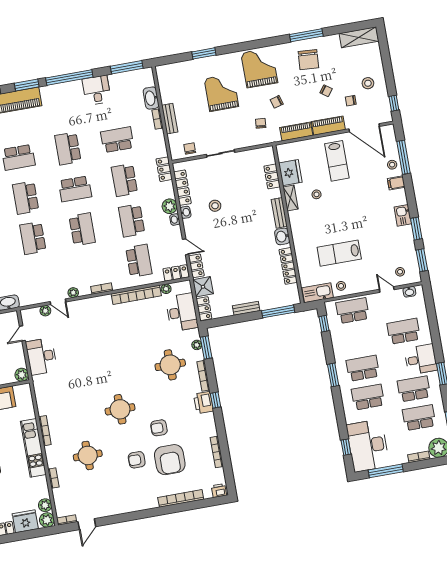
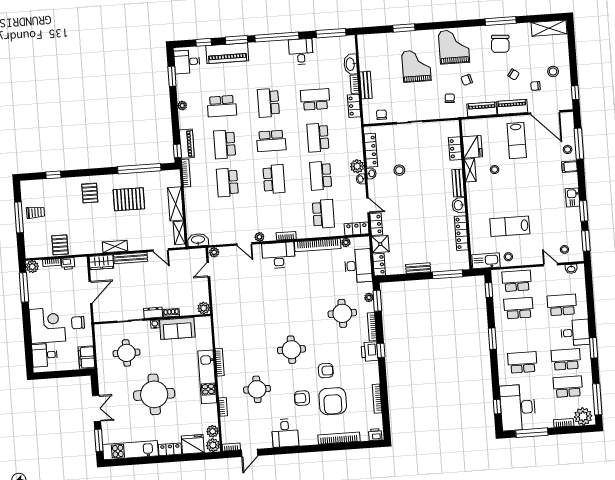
locker: (164, 169) -> (354, 106), moved
plant: (45, 311) -> (214, 252), moved
desk: (41, 356) -> (279, 255), moved, turned 90
school desk: (363, 368) -> (519, 308), moved
armchair: (159, 428) -> (326, 371), turned 180
desk: (123, 499) -> (285, 433), added

